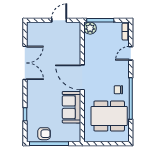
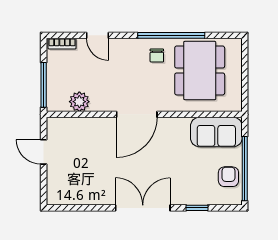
plant: (90, 28) -> (79, 102), moved
double door: (25, 63) -> (143, 208), moved
sofa: (71, 107) -> (216, 132), moved

